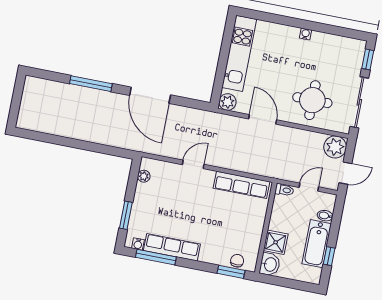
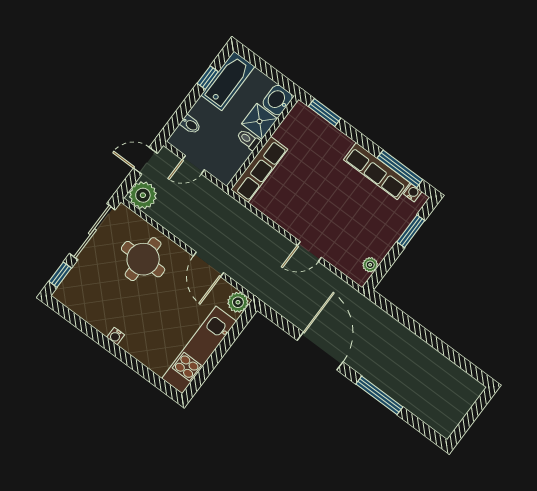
row of seats: (242, 185) -> (259, 169), moved, turned 90
toilet: (284, 190) -> (248, 140), moved
bathtub: (317, 244) -> (228, 81), moved
chair: (237, 261) -> (312, 122), removed

